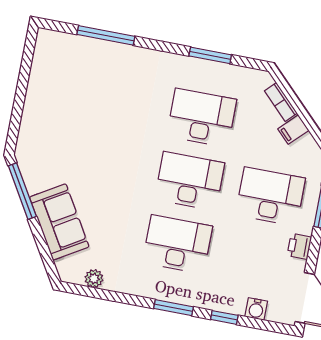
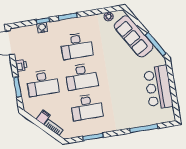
bar counter: (48, 105) -> (158, 87), added
sofa: (59, 222) -> (134, 36), width x1.36
water cooler: (256, 309) -> (42, 28), moved

